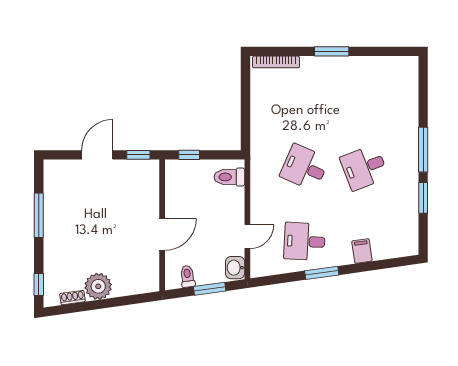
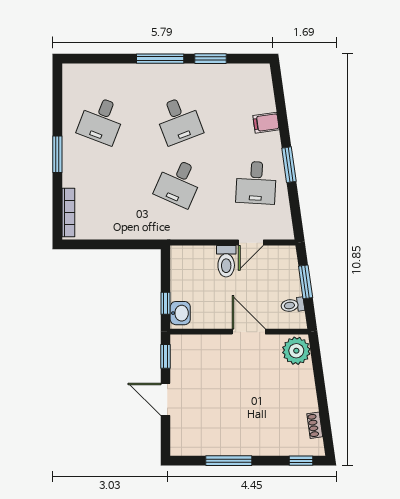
desk: (364, 93) -> (101, 120), added
toilet: (229, 177) -> (226, 261), moved
door: (247, 237) -> (251, 243), swing flipped
washbasin: (235, 268) -> (180, 313), moved, turned -90
plant: (98, 286) -> (296, 351), moved

